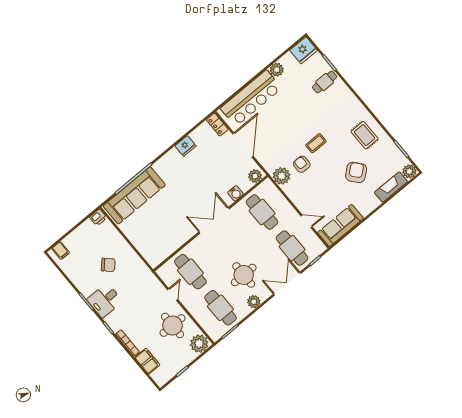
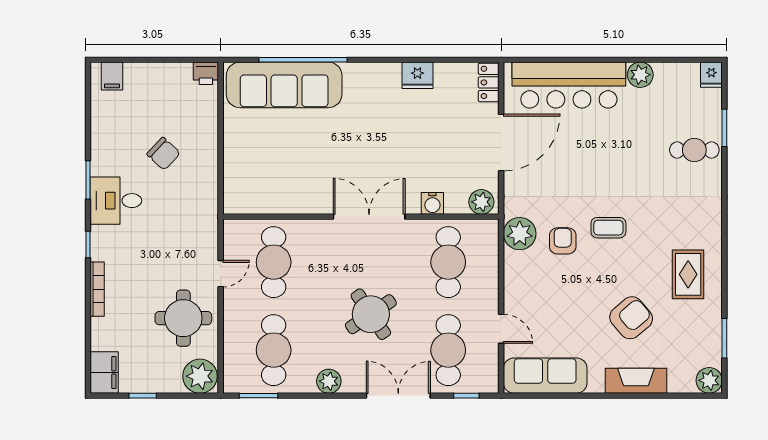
fridge: (304, 50) -> (711, 75), width x0.53, depth x0.75
fireplace: (391, 187) -> (636, 381), moved
round table: (244, 275) -> (371, 314), moved, turned -34
filing cabinet: (147, 361) -> (104, 372), moved

